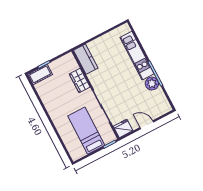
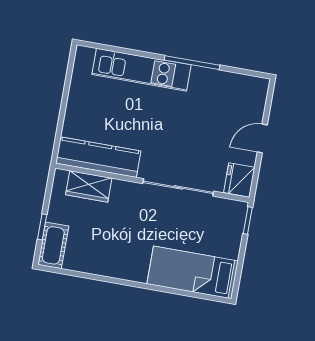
kitchen counter: (86, 59) -> (98, 157), width x1.50
wardrobe: (80, 81) -> (89, 186), moved
plant: (152, 84) -> (203, 80), removed
bed: (86, 131) -> (193, 272), moved

